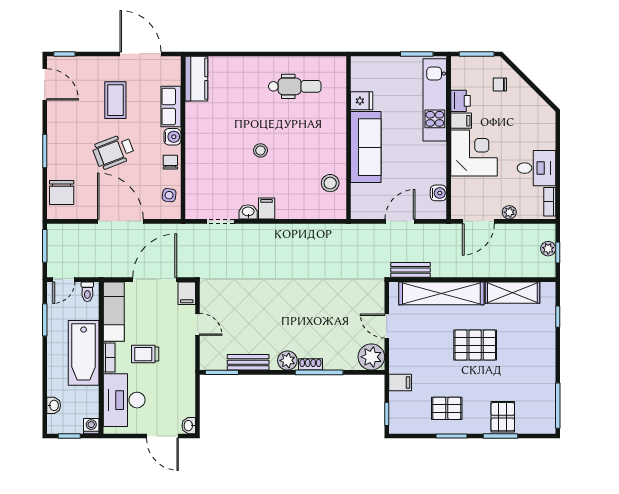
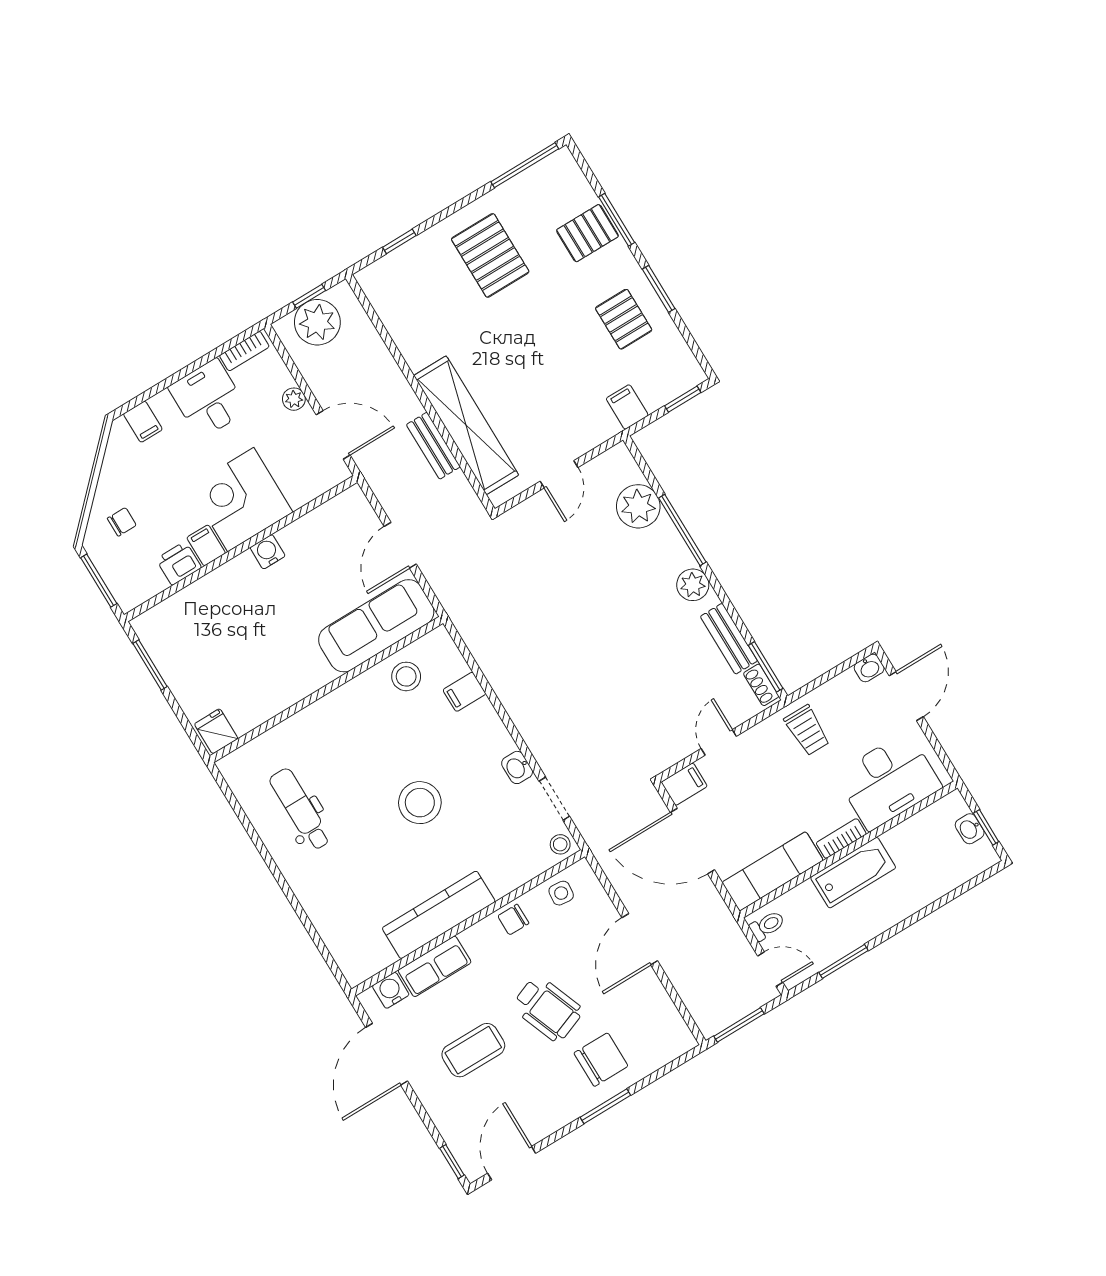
kitchen counter: (196, 79) -> (439, 915), moved, width x1.50
chair: (500, 84) -> (122, 522), turned -90
kitchen unit: (435, 100) -> (199, 600), removed
fridge: (362, 101) -> (216, 731), moved
filing cabinet: (545, 127) -> (143, 422), added
water cooler: (172, 137) -> (391, 990), moved
sofa: (366, 147) -> (376, 626), moved
stool: (260, 150) -> (420, 803), width x1.89, depth x1.89
chair: (62, 192) -> (601, 1060), moved
water cooler: (438, 193) -> (268, 552), moved
filing cabinet: (267, 208) -> (464, 692), moved
stool: (195, 210) -> (560, 844), added
door: (120, 221) -> (640, 939), width x0.73
door: (400, 221) -> (400, 545), hinge flipped
plant: (548, 249) -> (317, 322), width x1.87, depth x1.87
bench: (411, 270) -> (433, 446), moved
shelving: (512, 293) -> (404, 326), removed
pallet: (475, 345) -> (490, 255), moved
bathtub: (84, 353) -> (853, 873), width x0.73, depth x0.73
trolley: (145, 354) -> (807, 730), moved
plant: (371, 357) -> (638, 506), moved
shoe rack: (310, 364) -> (761, 685), moved
washbasin: (54, 405) -> (970, 829), moved, turned -90
washing machine: (91, 426) -> (953, 805), removed

